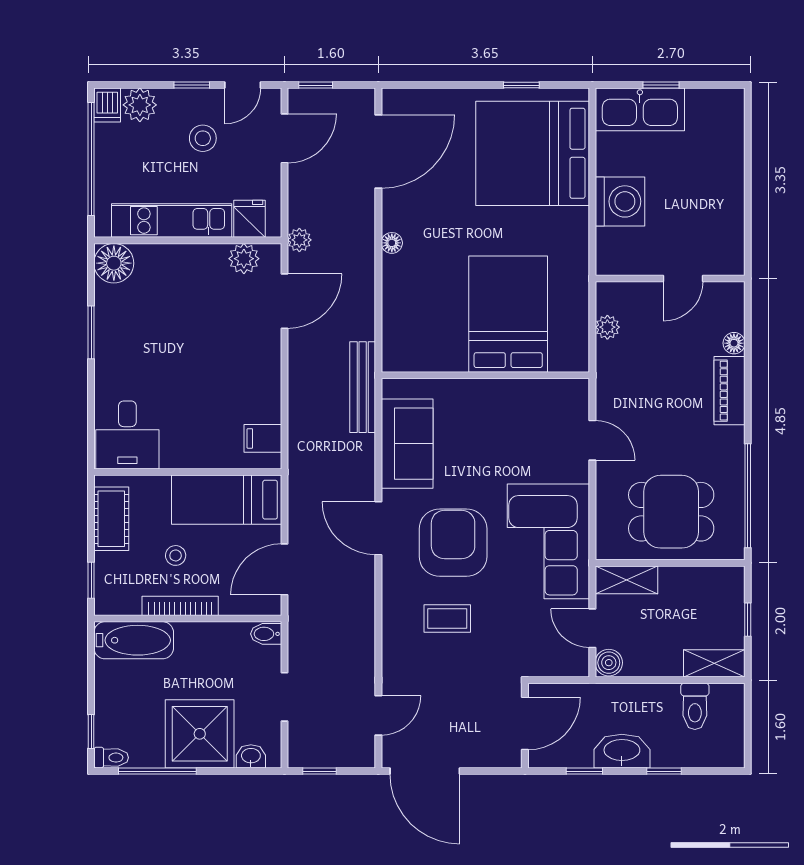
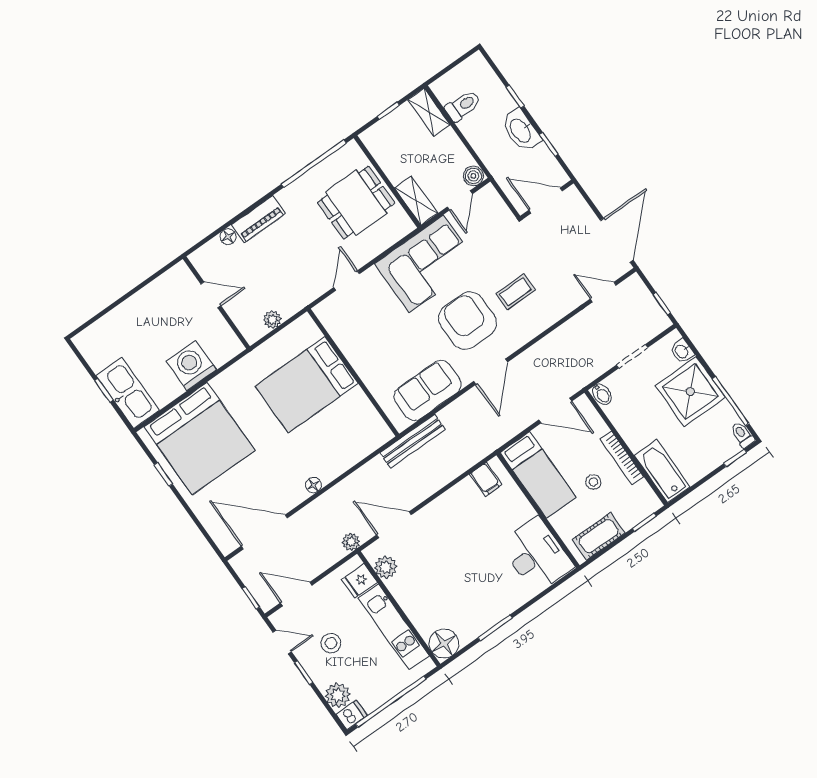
desk: (127, 435) -> (536, 555), width x1.37
dining table: (671, 512) -> (356, 203), turned 90
armchair: (453, 543) -> (468, 321), turned 90
coffee table: (447, 619) -> (516, 292), turned 90

